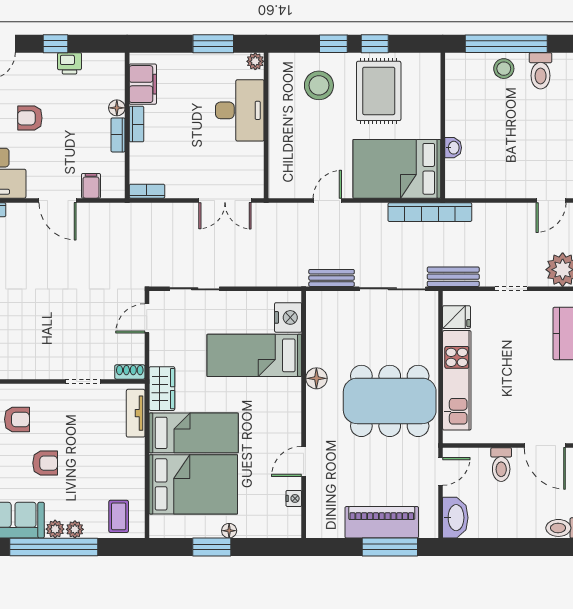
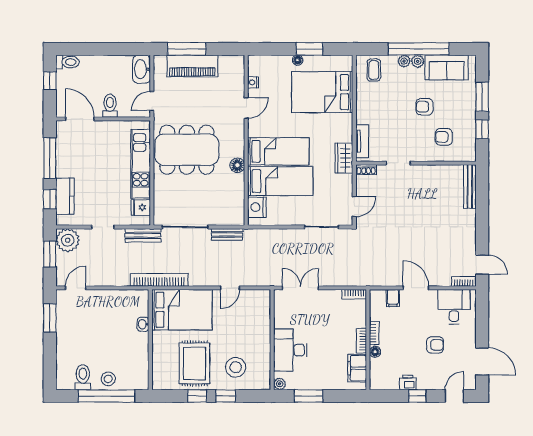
bed: (194, 433) -> (278, 151), moved, turned 180

